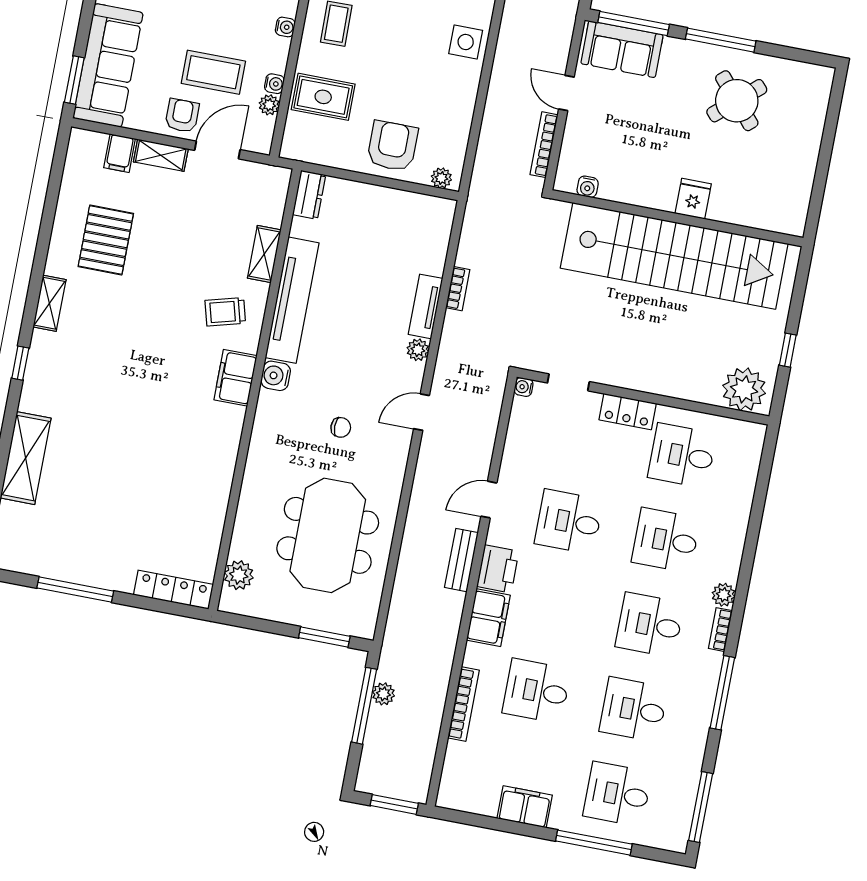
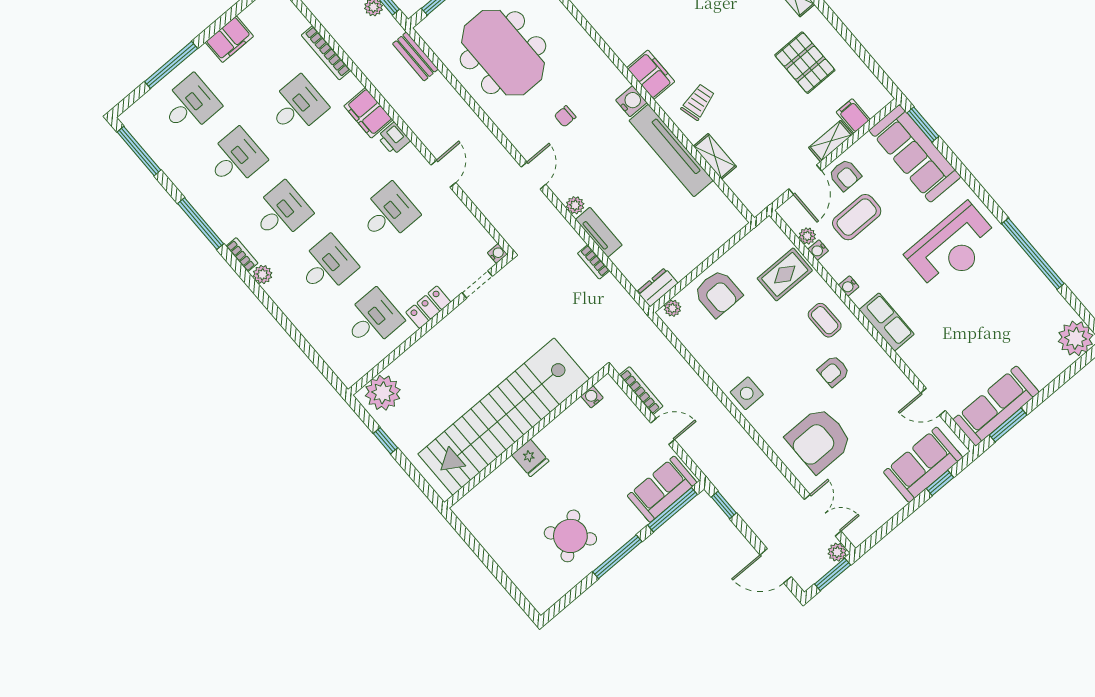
dresser: (309, 195) -> (657, 287), moved, turned 90
bench: (461, 560) -> (415, 56), moved
printer: (498, 569) -> (394, 139), width x0.73, depth x0.81

